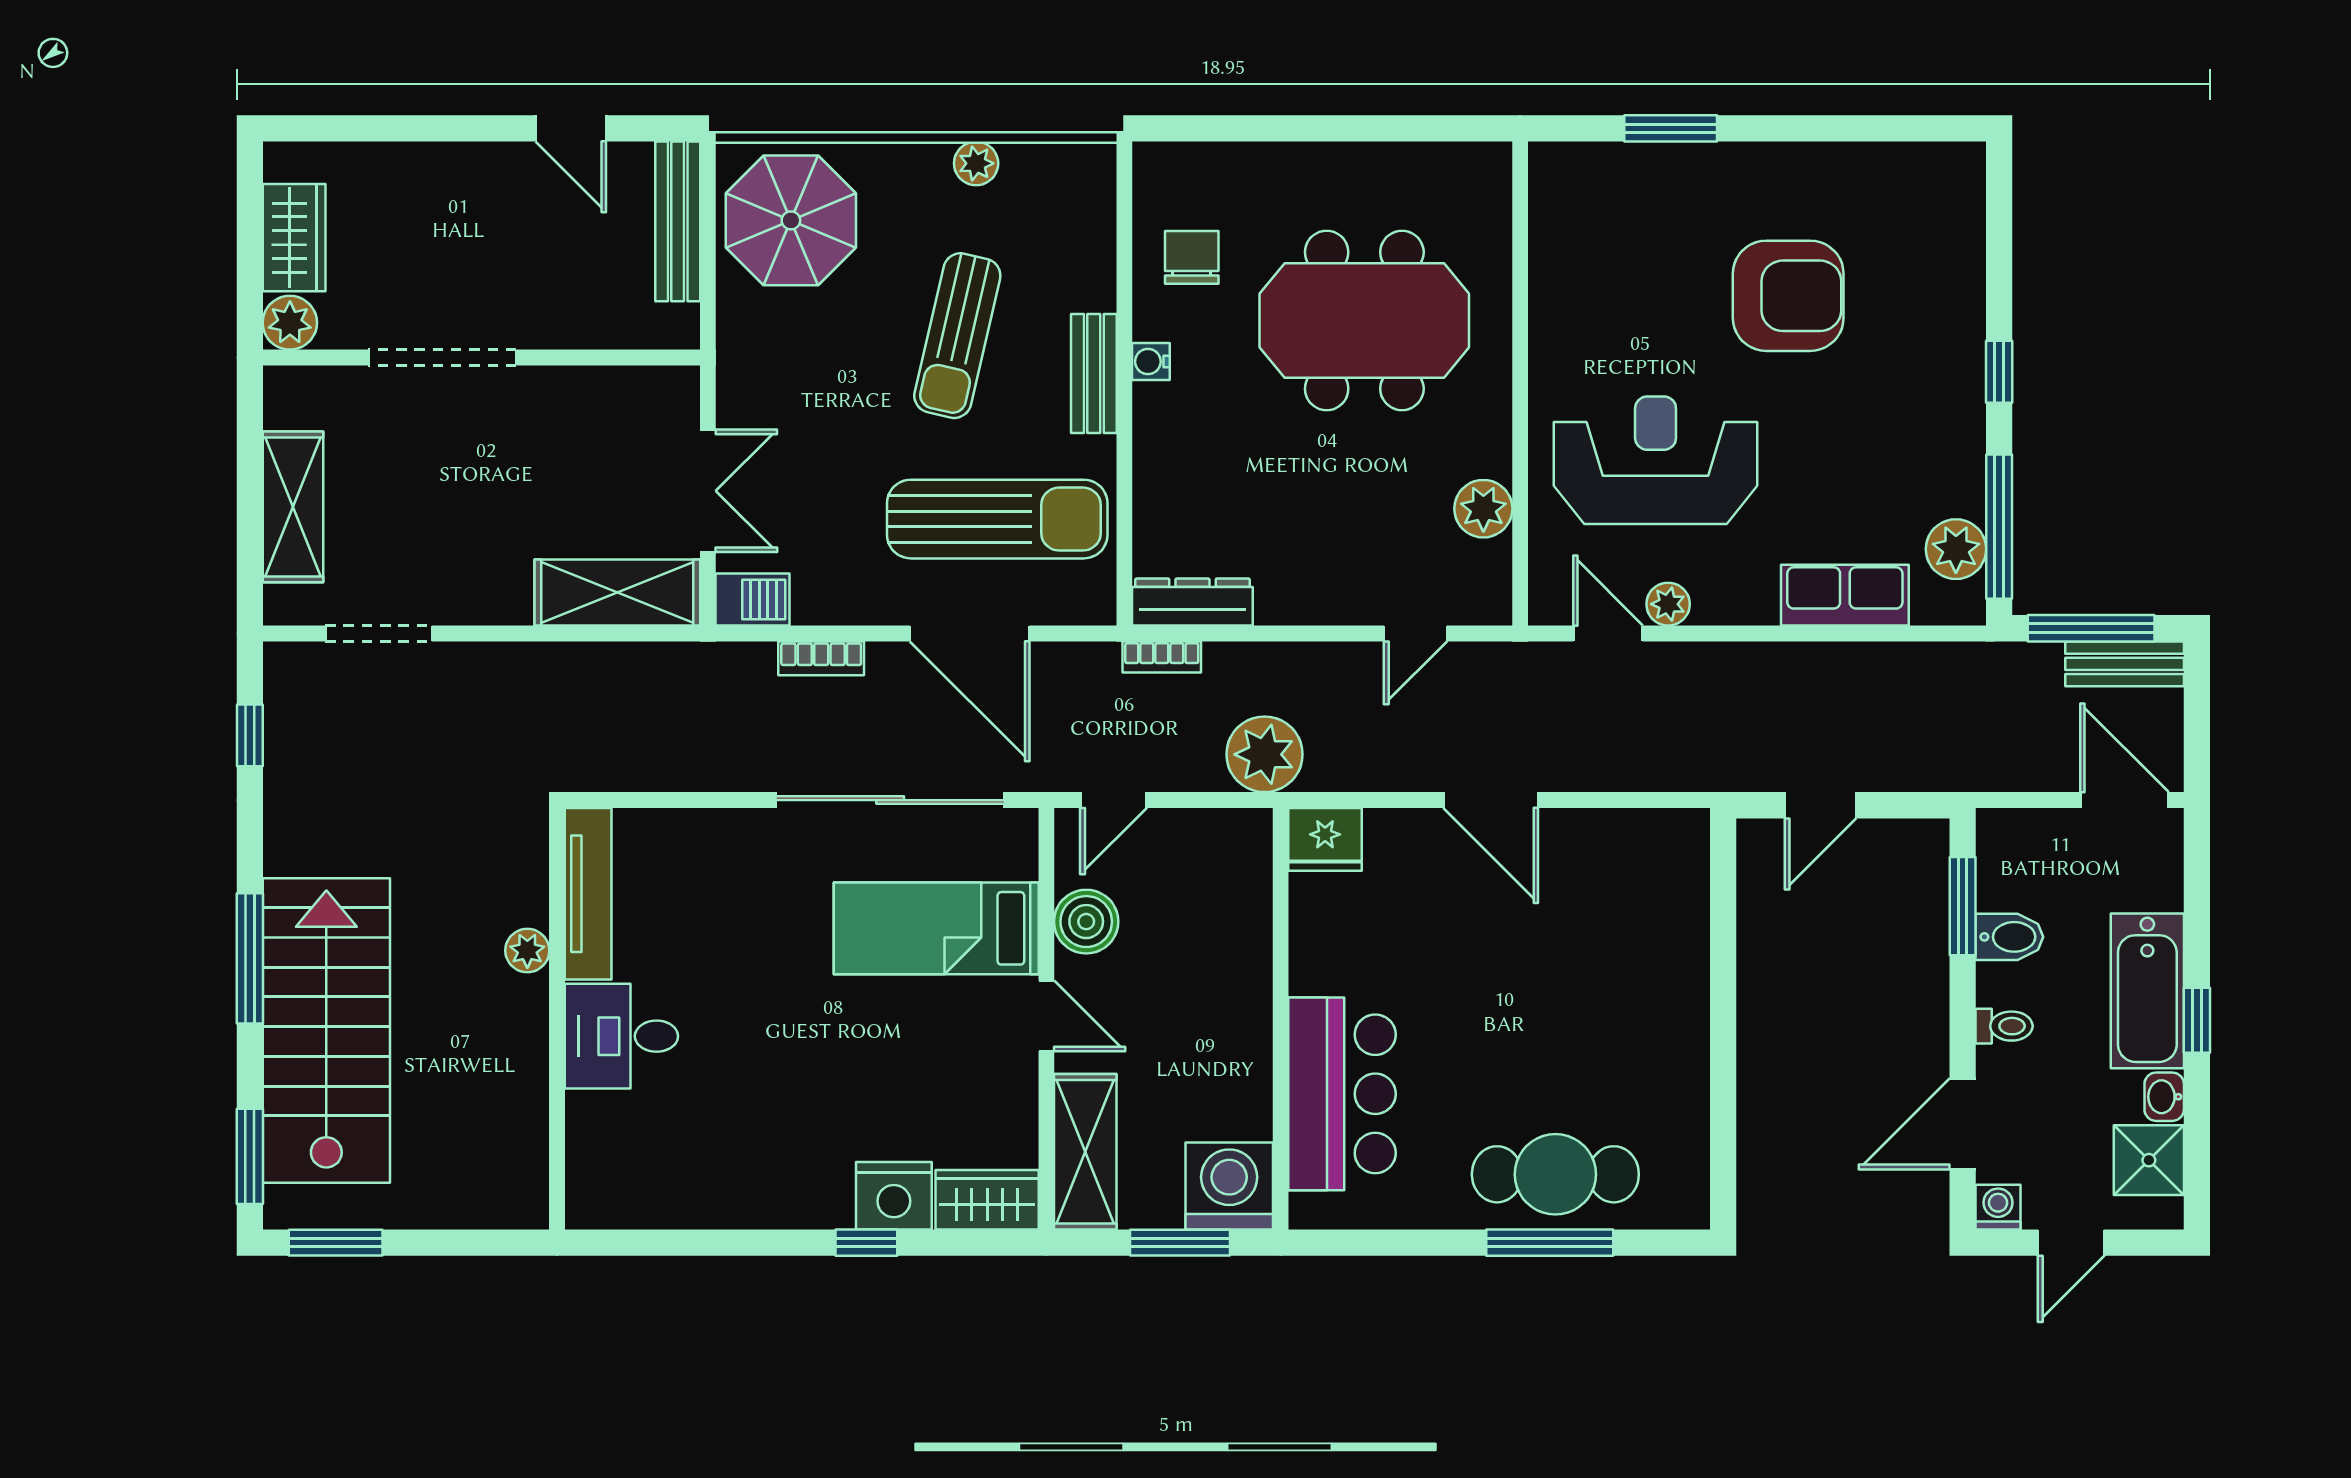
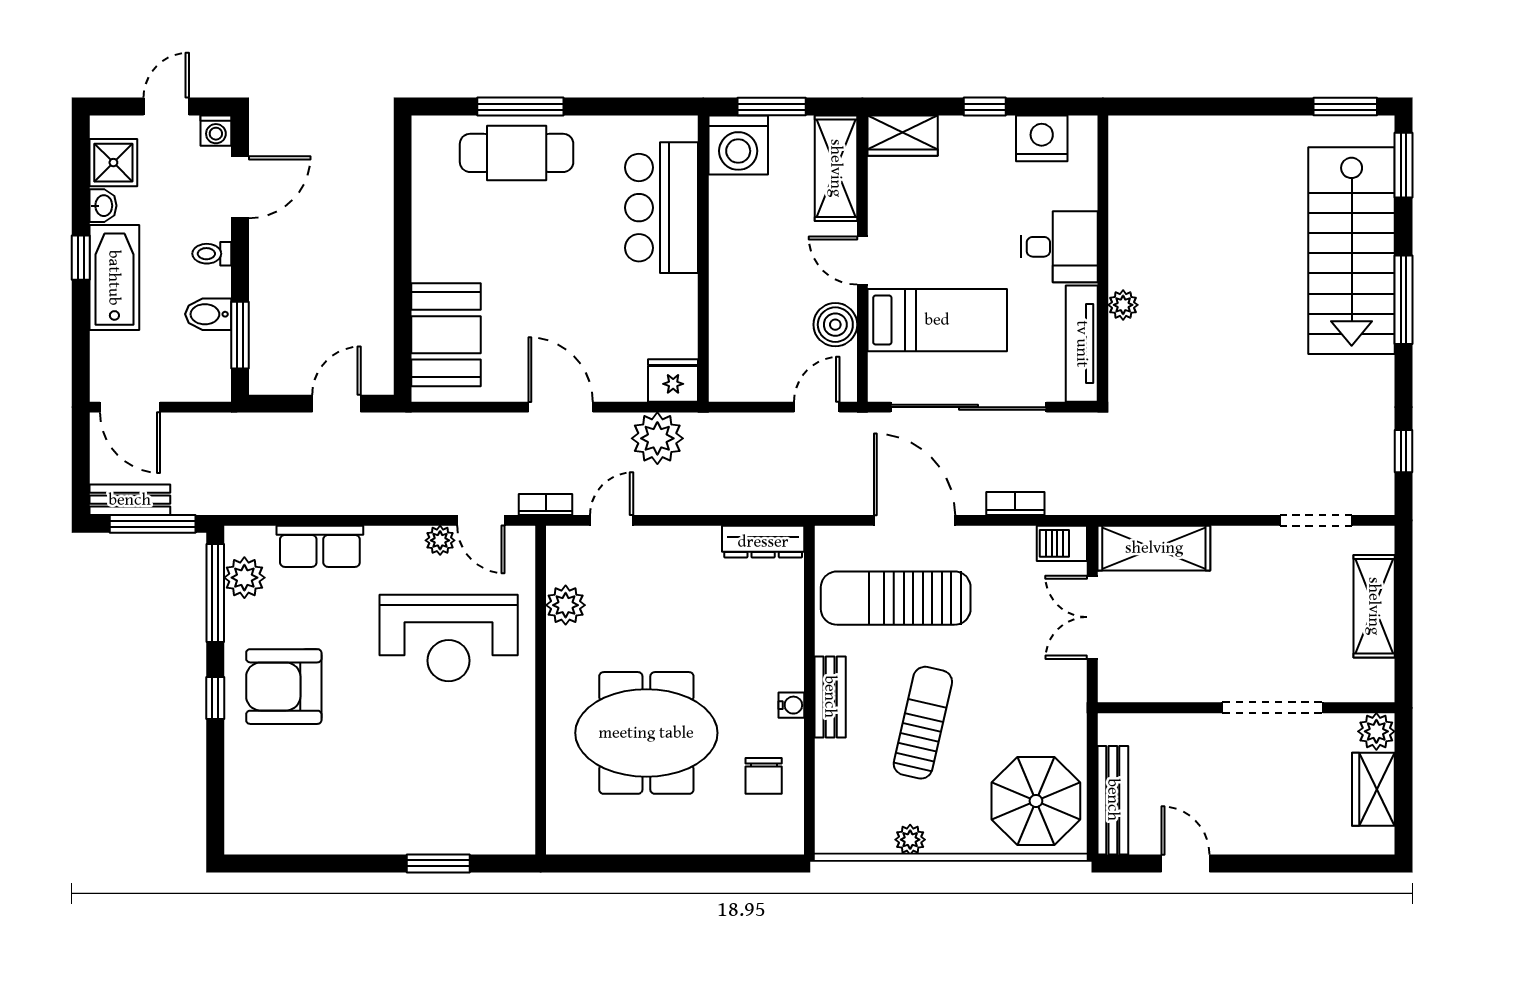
armchair: (1788, 296) -> (284, 687), moved
bookcase: (1162, 657) -> (546, 504), moved
plant: (1265, 754) -> (657, 438), moved
tv unit: (588, 894) -> (1082, 344), moved
booth: (1659, 907) -> (446, 335), added
plant: (527, 951) -> (1123, 305), moved
wall: (557, 1019) -> (1103, 259), moved
desk: (621, 1036) -> (1059, 247), moved
nightstand: (894, 1196) -> (1042, 138), moved

